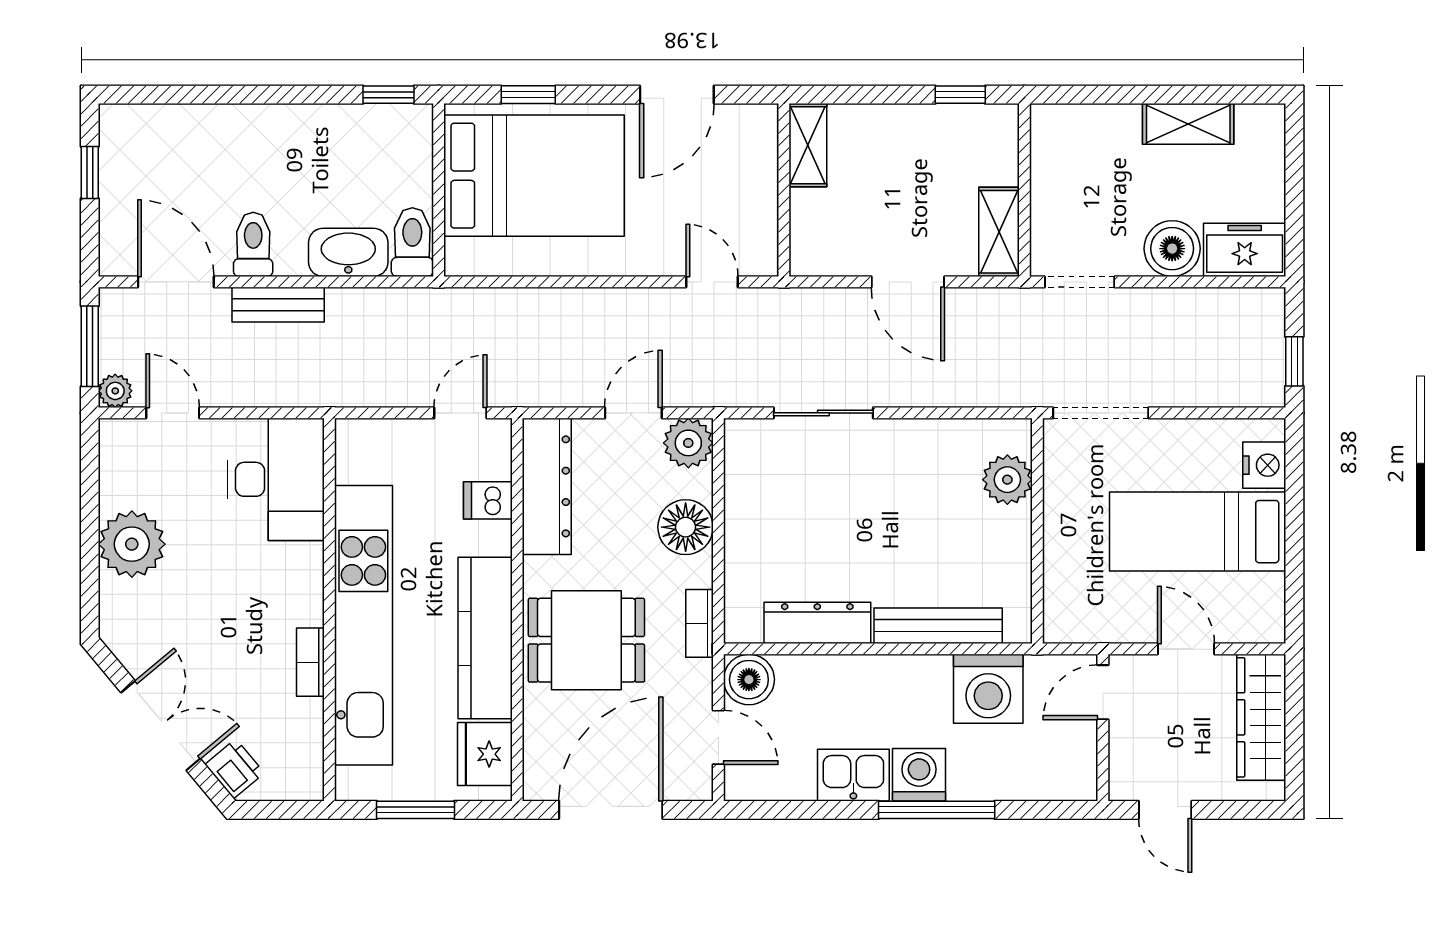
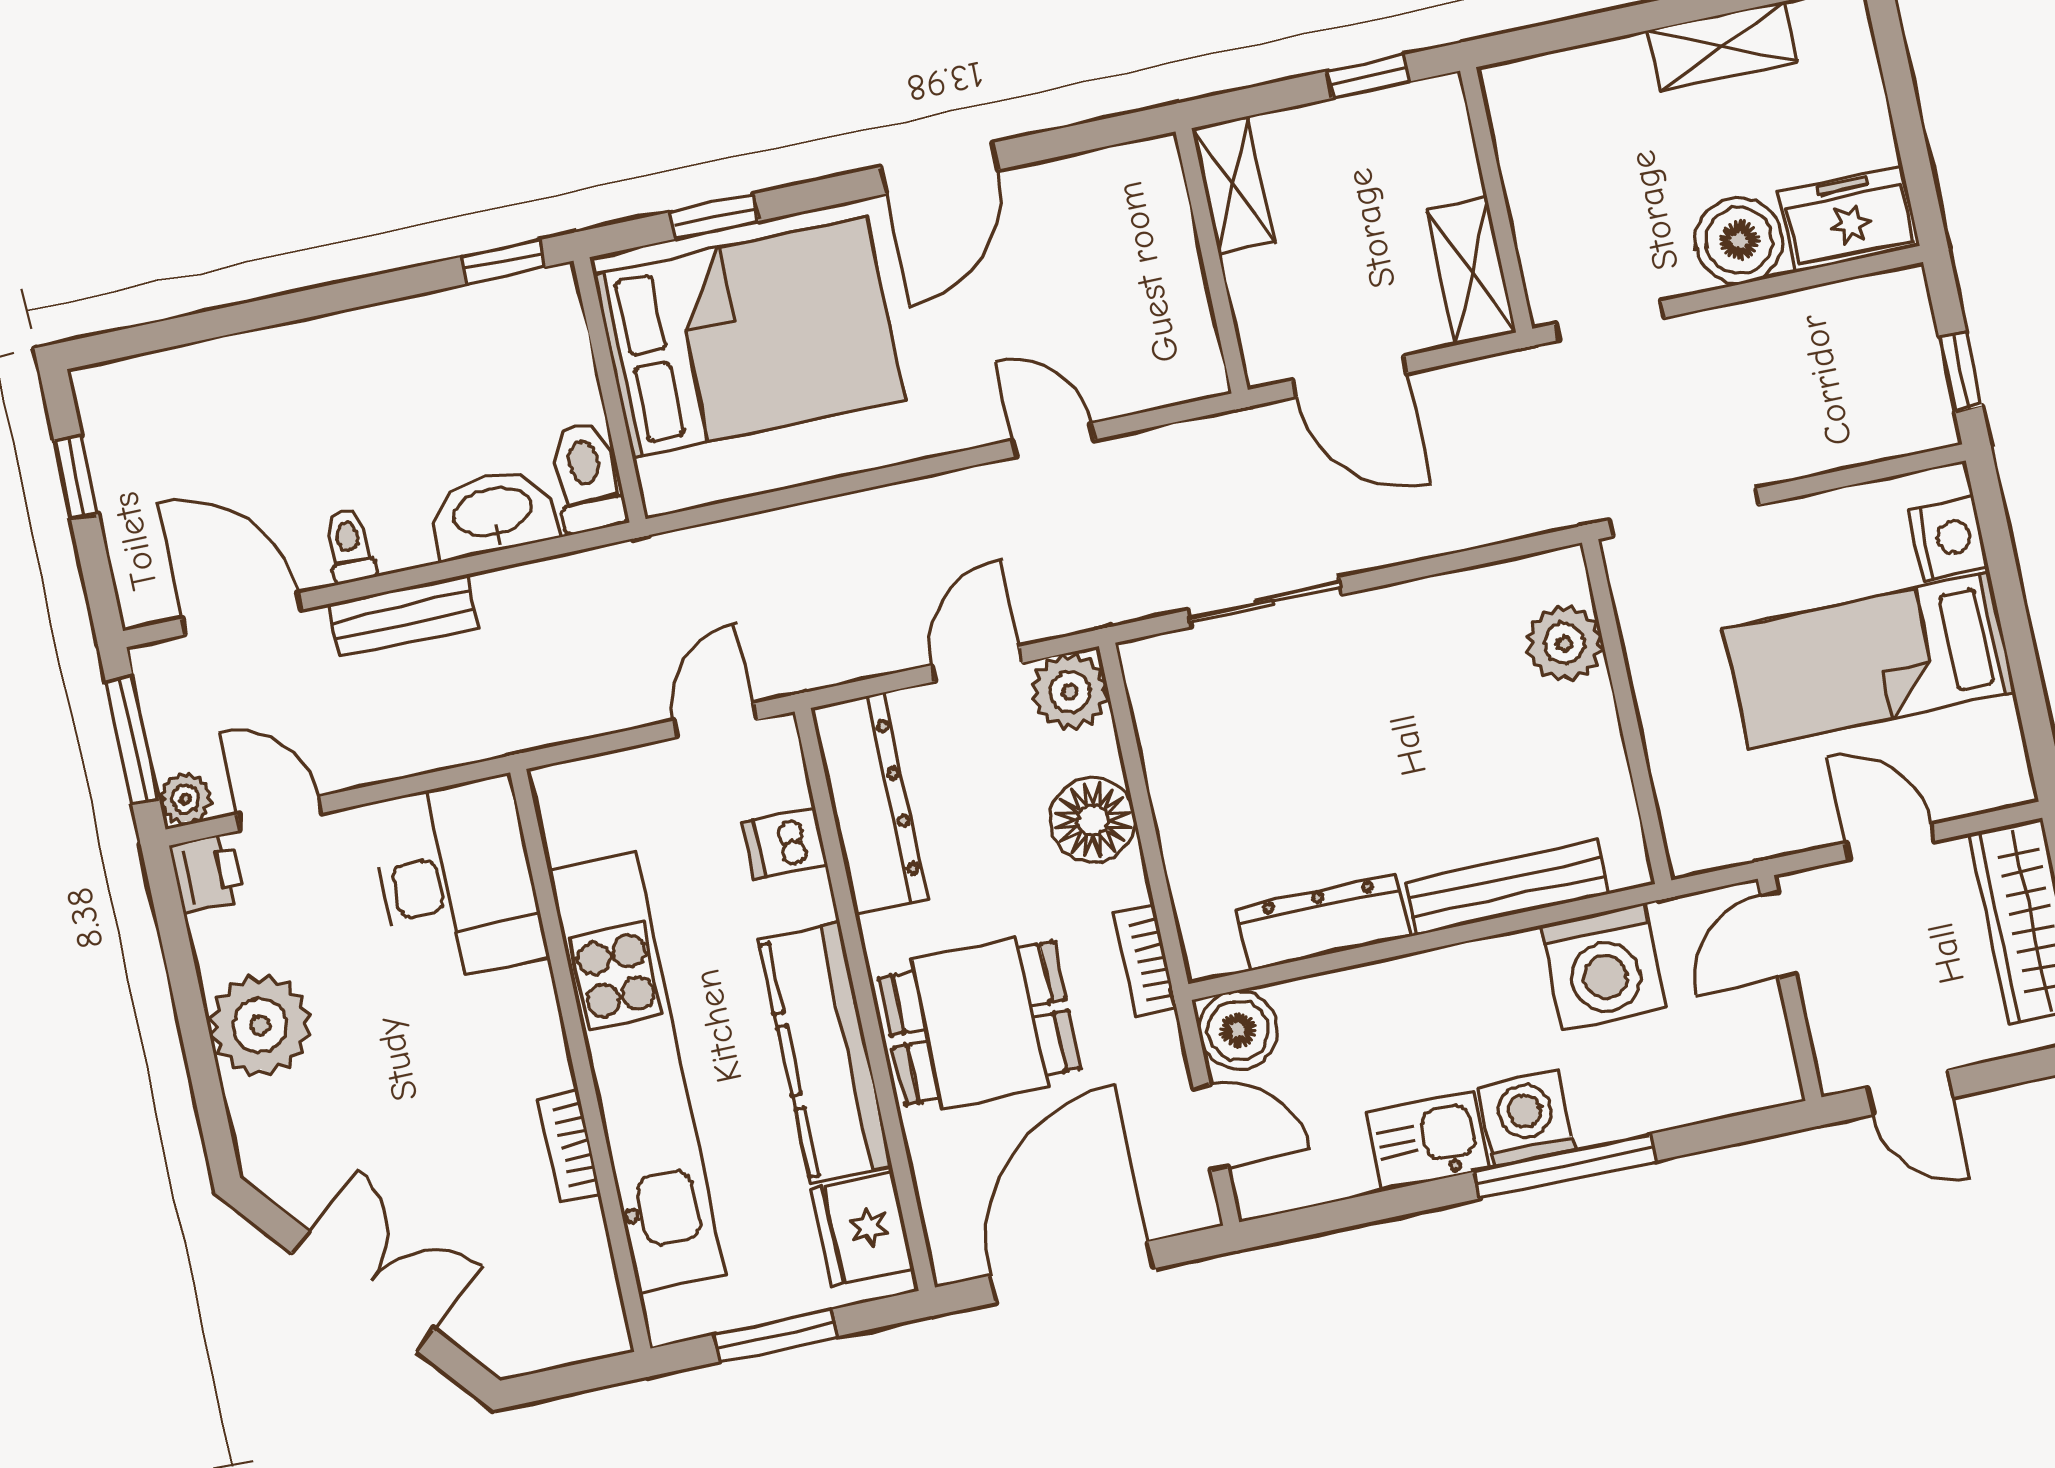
shelving: (808, 145) -> (1233, 185), moved
wall: (784, 190) -> (1212, 261), moved
toilet: (253, 244) -> (350, 546), width x0.73, depth x0.72
printer: (235, 769) -> (207, 873), moved, turned 40

